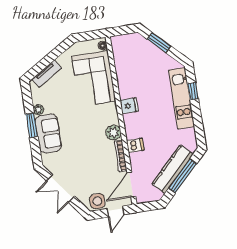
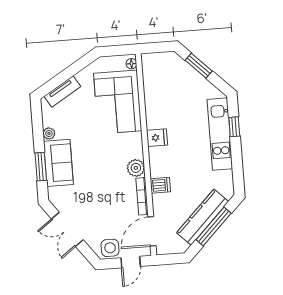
window: (32, 125) -> (41, 167), moved

